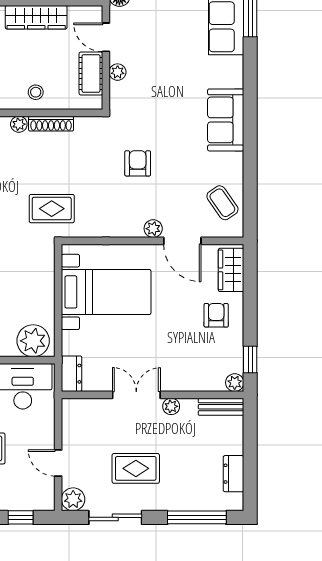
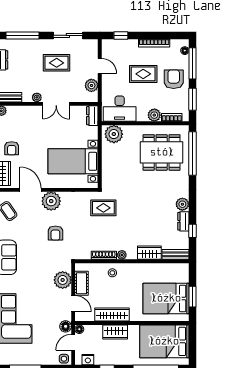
plant: (118, 72) -> (63, 280), width x1.88, depth x1.88
plant: (153, 229) -> (51, 201), width x1.88, depth x1.88
plant: (73, 499) -> (91, 85), moved

